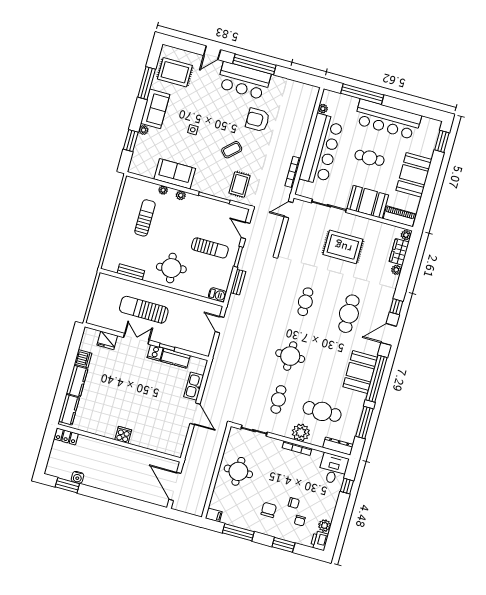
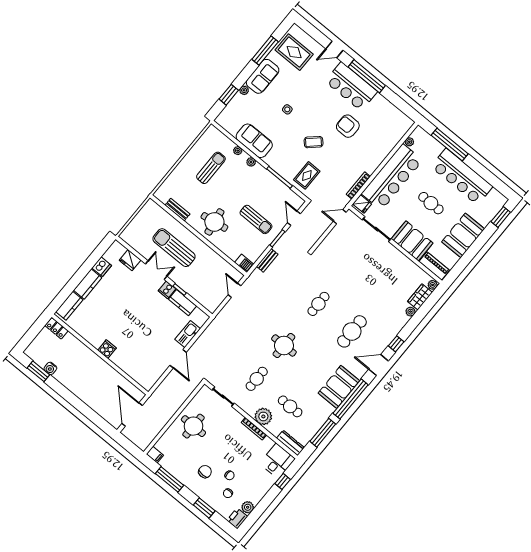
fridge: (304, 188) -> (362, 204), added
rug: (343, 247) -> (373, 271), removed
cafe table: (322, 411) -> (290, 406), width x0.73, depth x0.74

